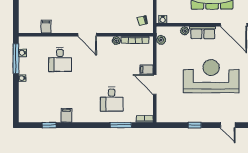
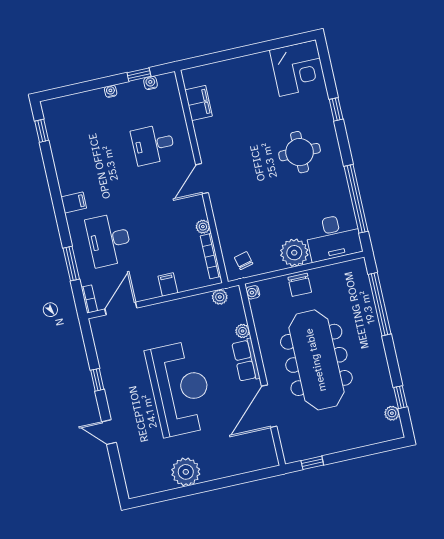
filing cabinet: (46, 26) -> (199, 103), width x2.00
window: (16, 59) -> (139, 75), width x0.46
door: (155, 84) -> (121, 308), moved
desk: (112, 99) -> (109, 240), width x1.37
filing cabinet: (66, 115) -> (74, 203), moved
window: (49, 125) -> (42, 131), moved
door: (228, 125) -> (109, 432), hinge flipped

